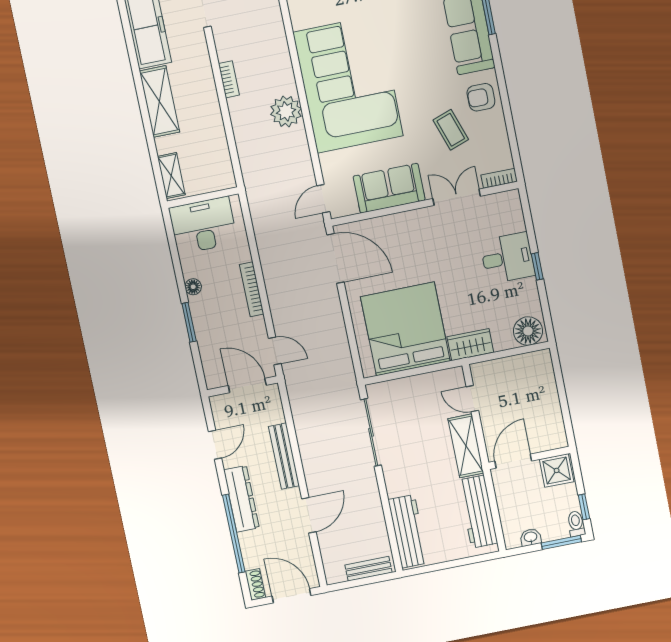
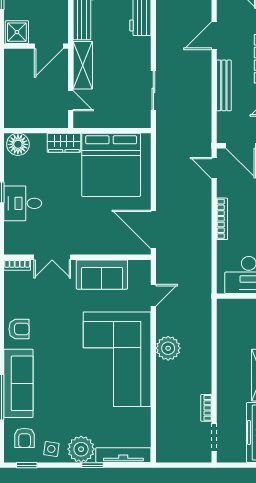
bookcase: (229, 79) -> (206, 408), moved
coffee table: (451, 130) -> (47, 309), removed
door: (323, 199) -> (153, 295), moved
sliding door: (371, 432) -> (153, 90), width x0.73

